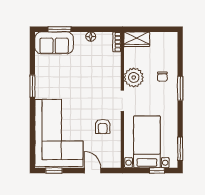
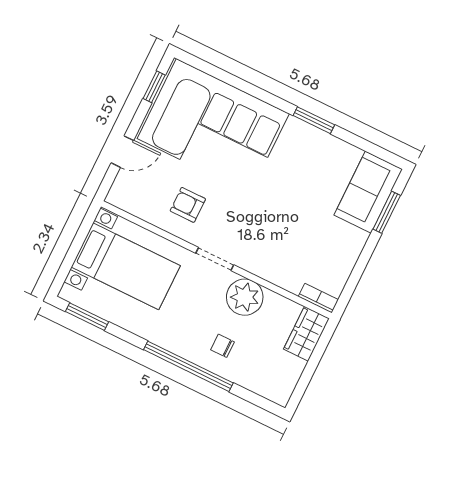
floor lamp: (91, 37) -> (349, 259), removed
window: (180, 88) -> (188, 366), width x2.11
window: (157, 171) -> (69, 260), removed

